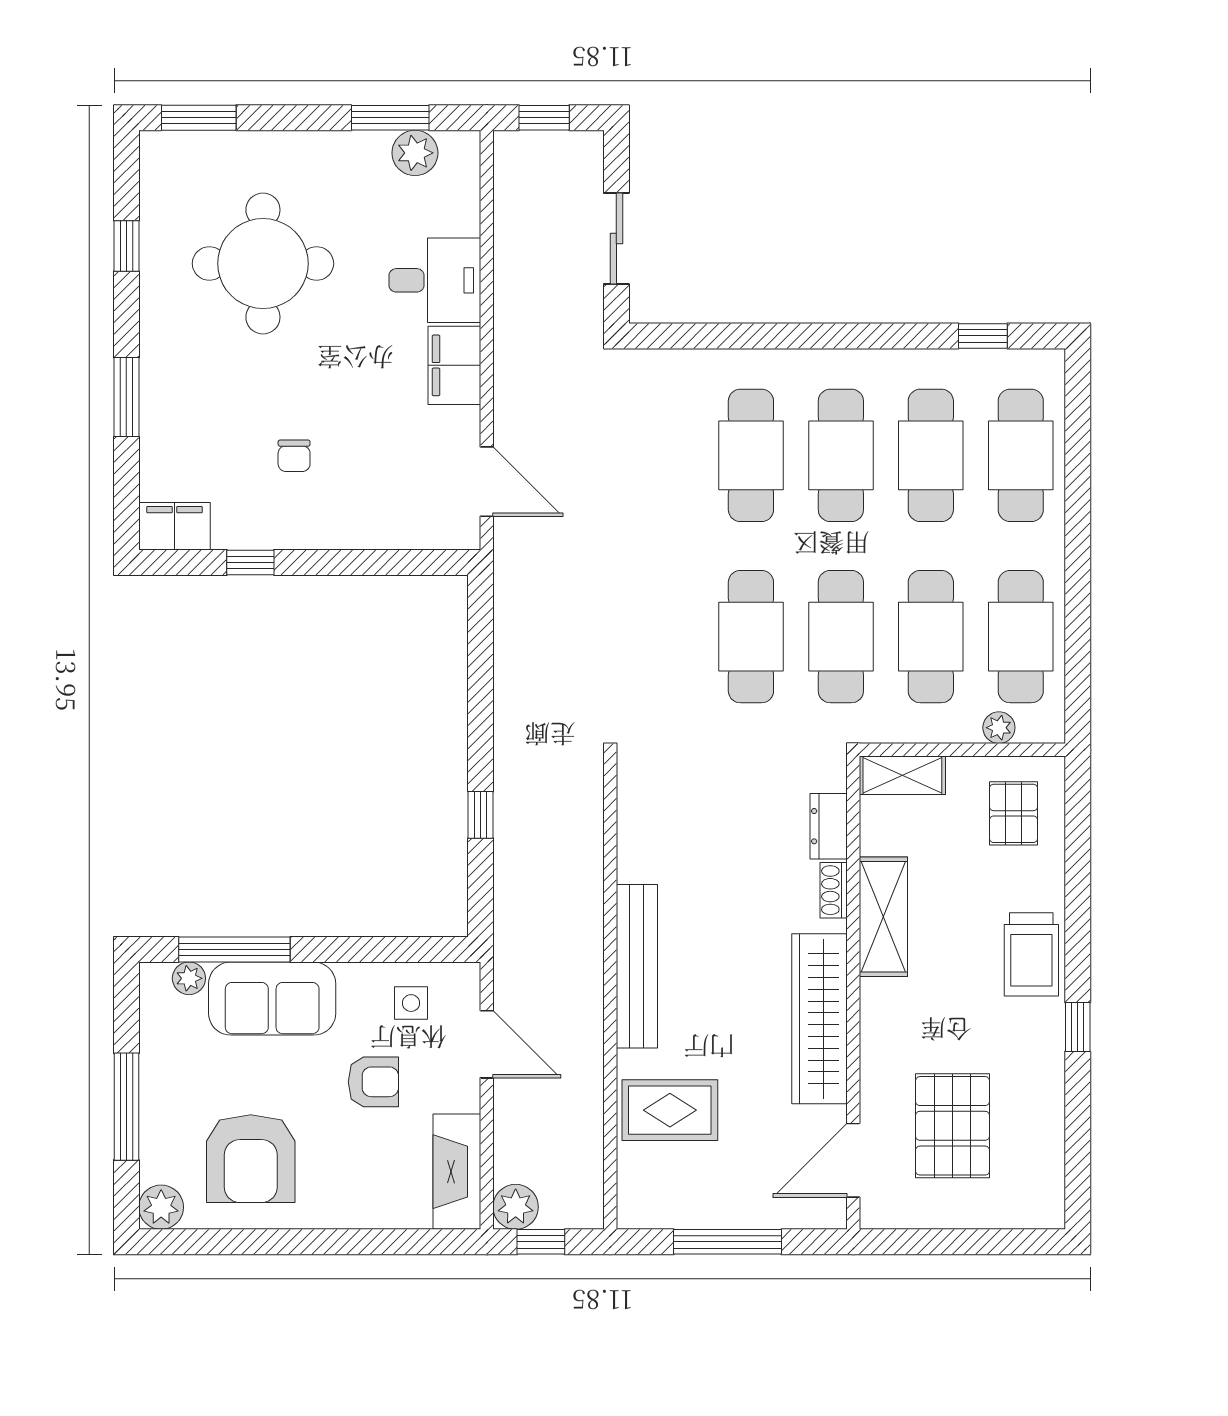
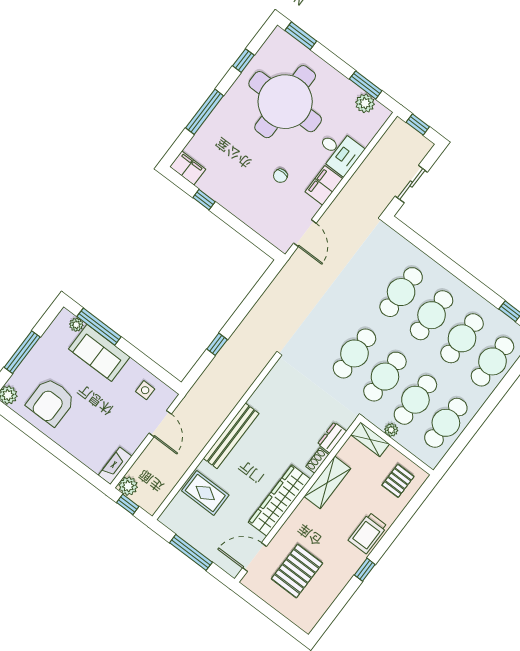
round table: (263, 263) -> (285, 102), width x1.36, depth x1.36
window: (126, 397) -> (205, 112), width x1.44
chair: (294, 456) -> (280, 176), moved
plant: (999, 728) -> (391, 430), moved
armchair: (373, 1082) -> (112, 407), removed
fireplace: (457, 1172) -> (115, 466), width x0.73, depth x0.76

